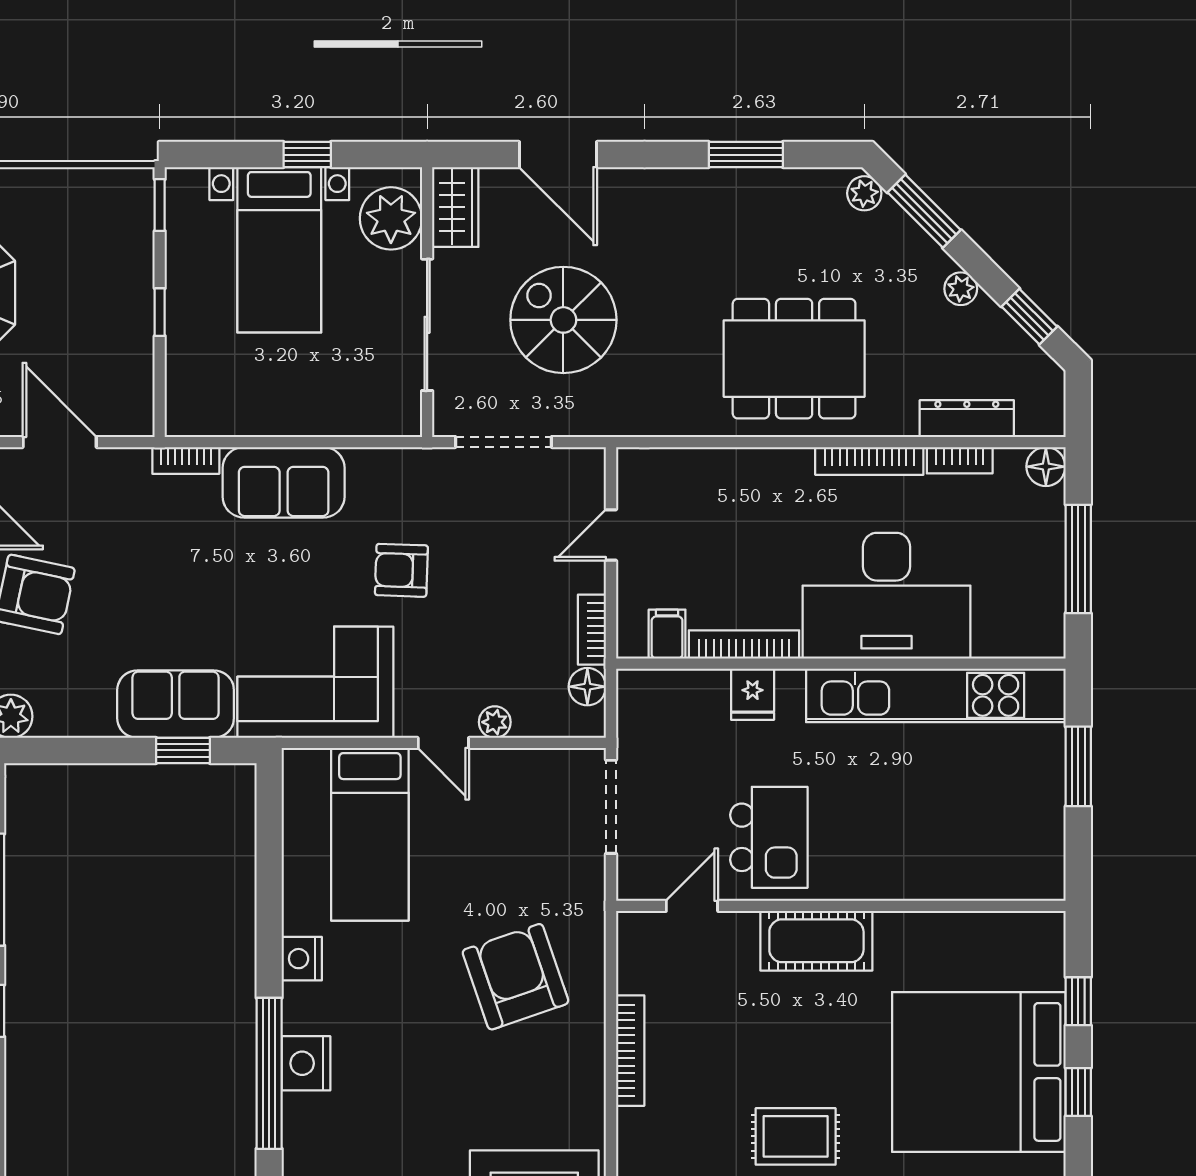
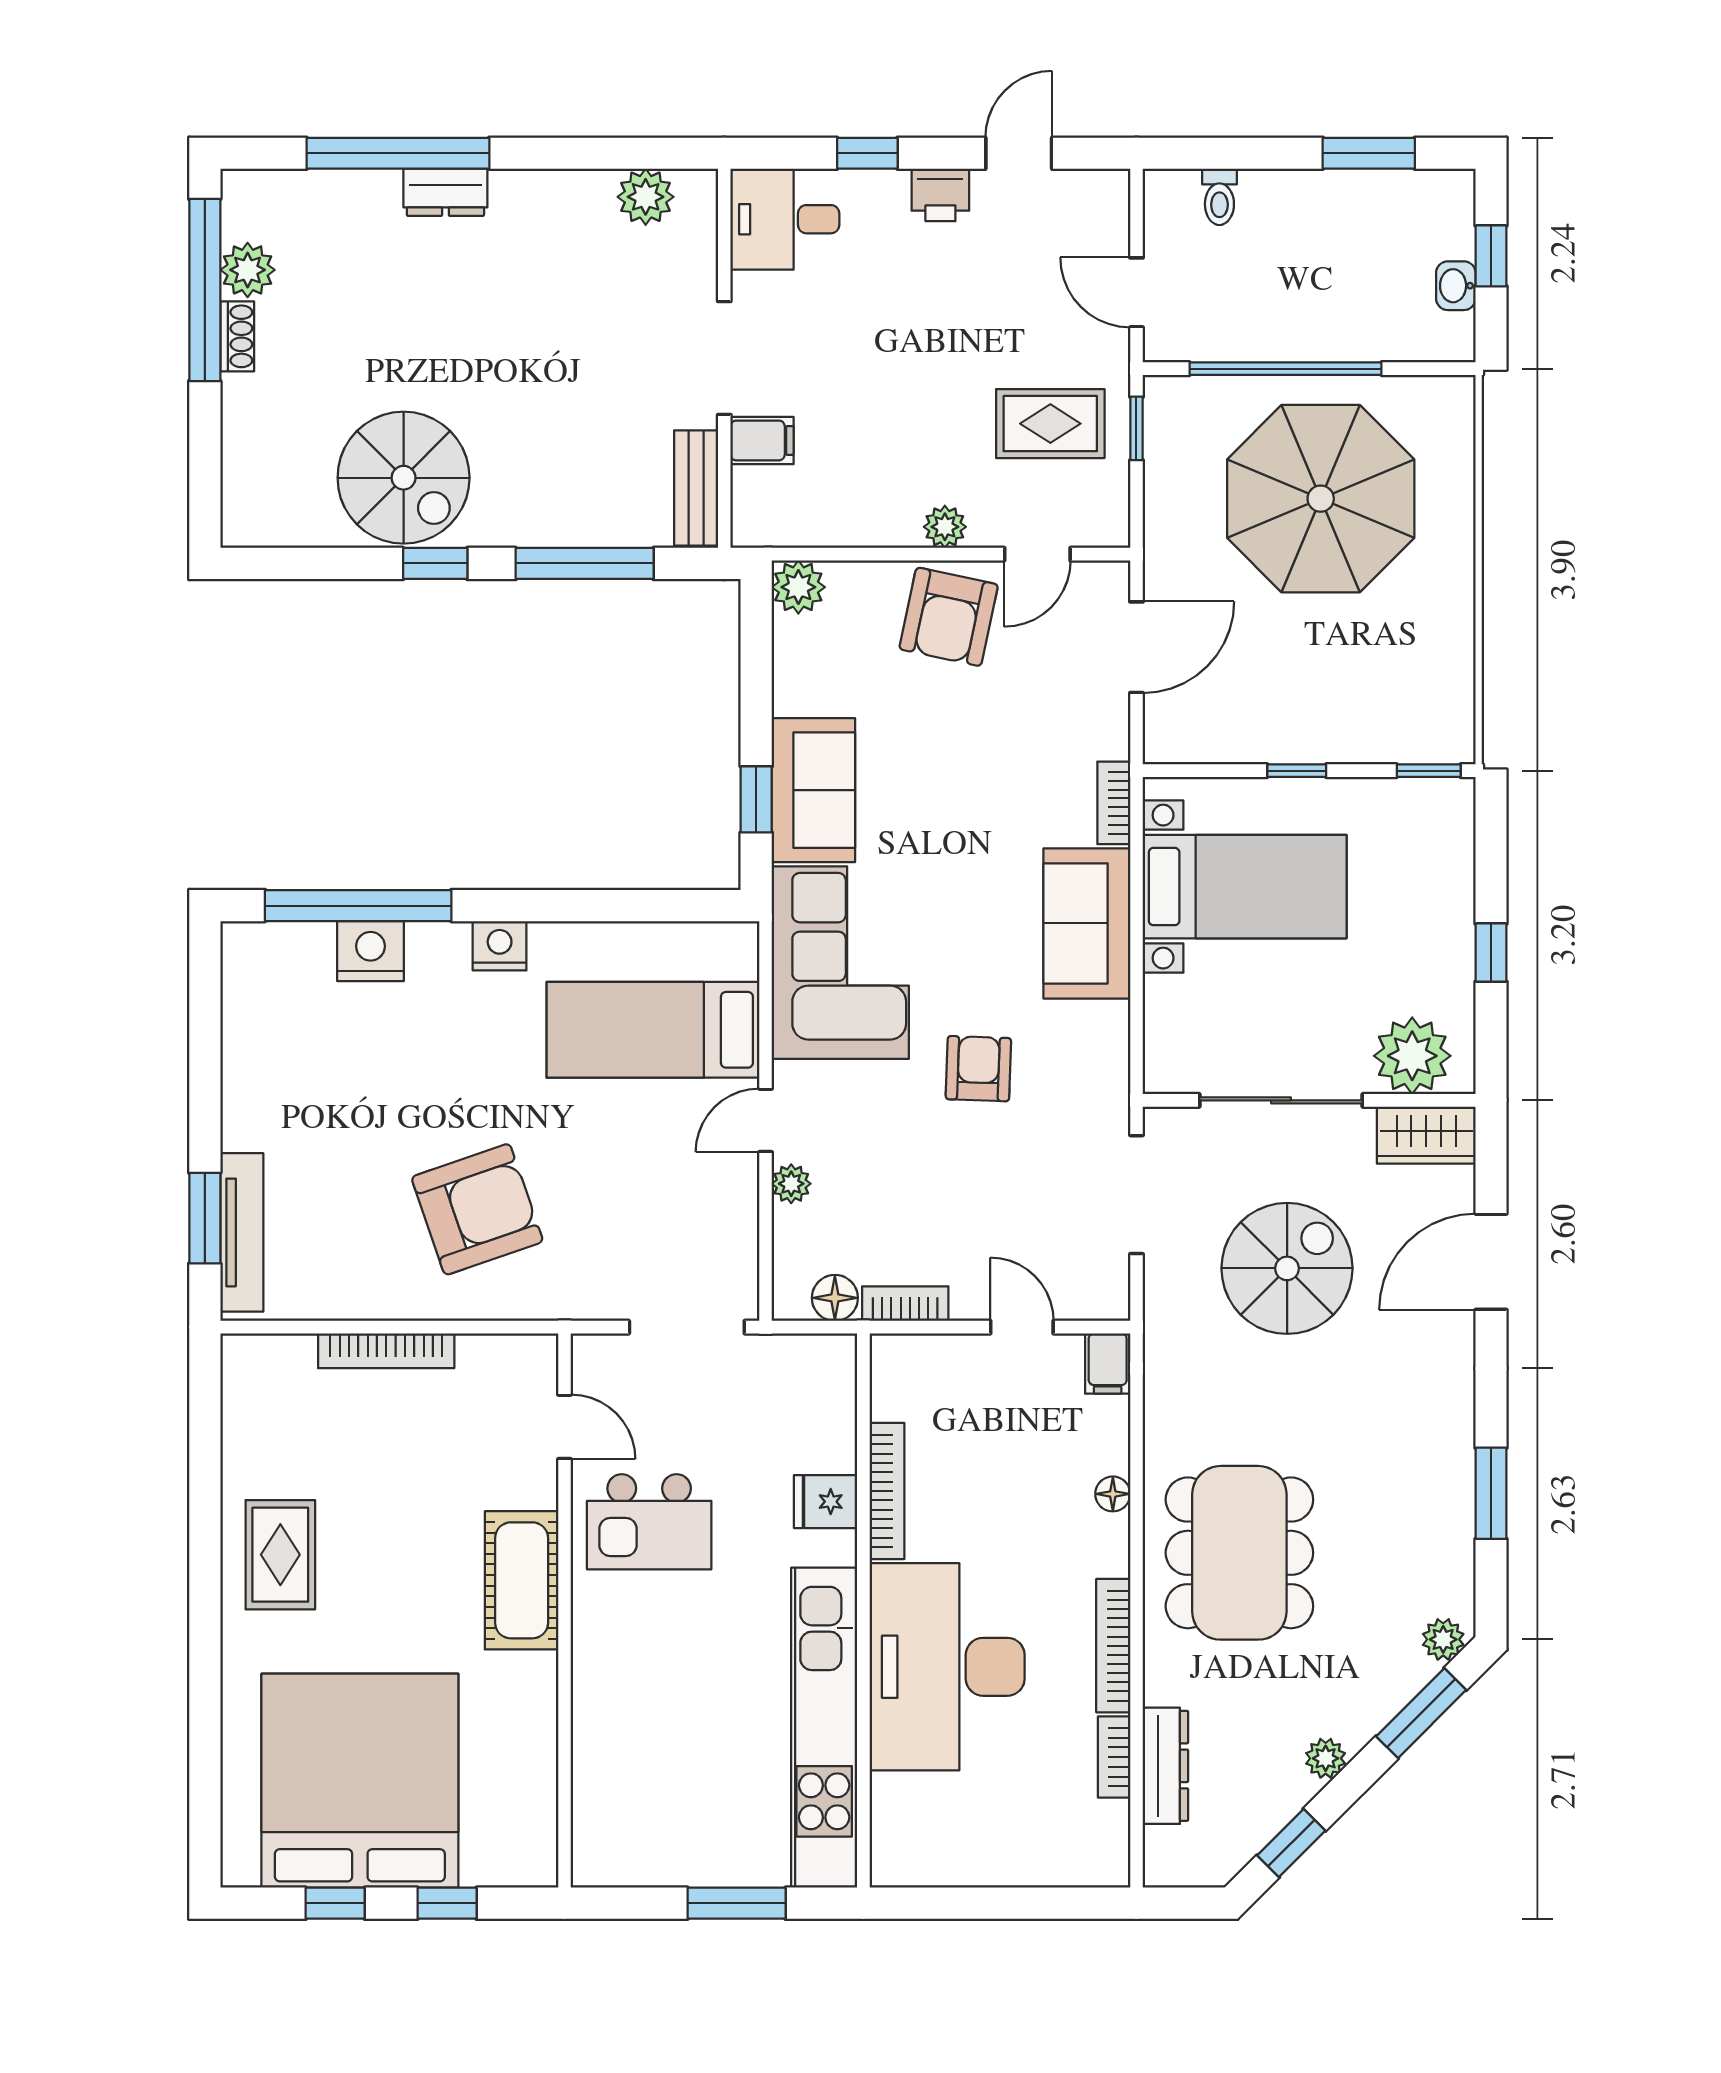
bed with nightstands: (279, 250) -> (1245, 887), moved, turned 180
floor lamp: (1046, 467) -> (1113, 1494), moved, width x0.73, depth x0.73
window: (1078, 559) -> (992, 1903), removed
filing cabinet: (667, 634) -> (1108, 1363), moved, turned 90

